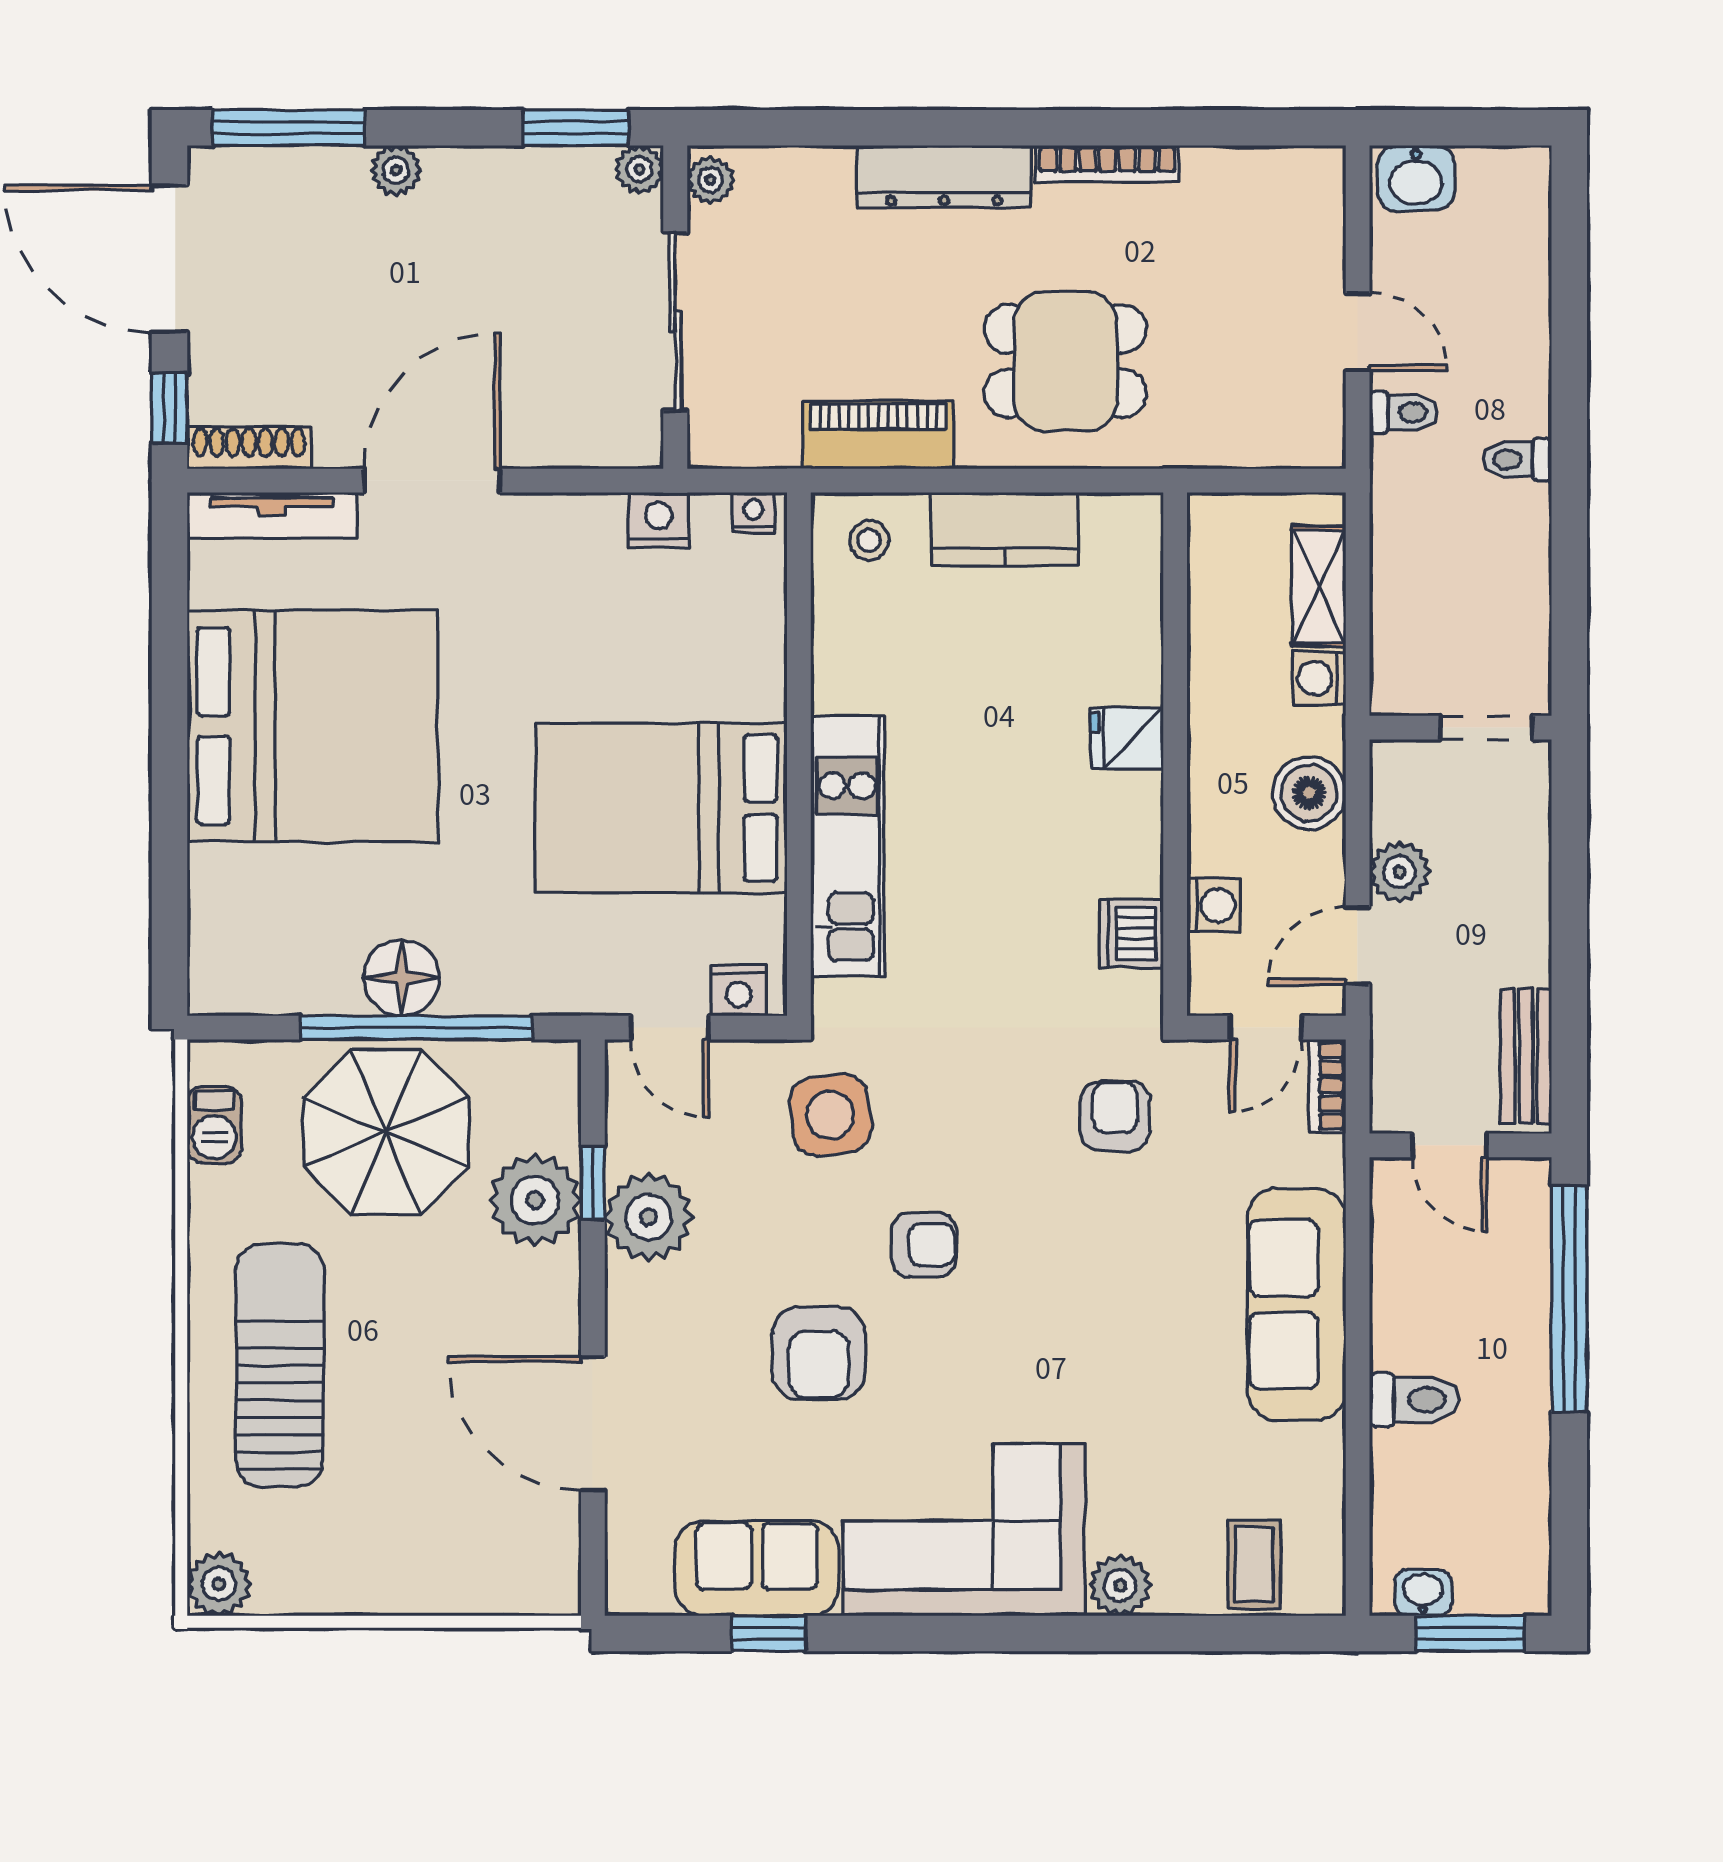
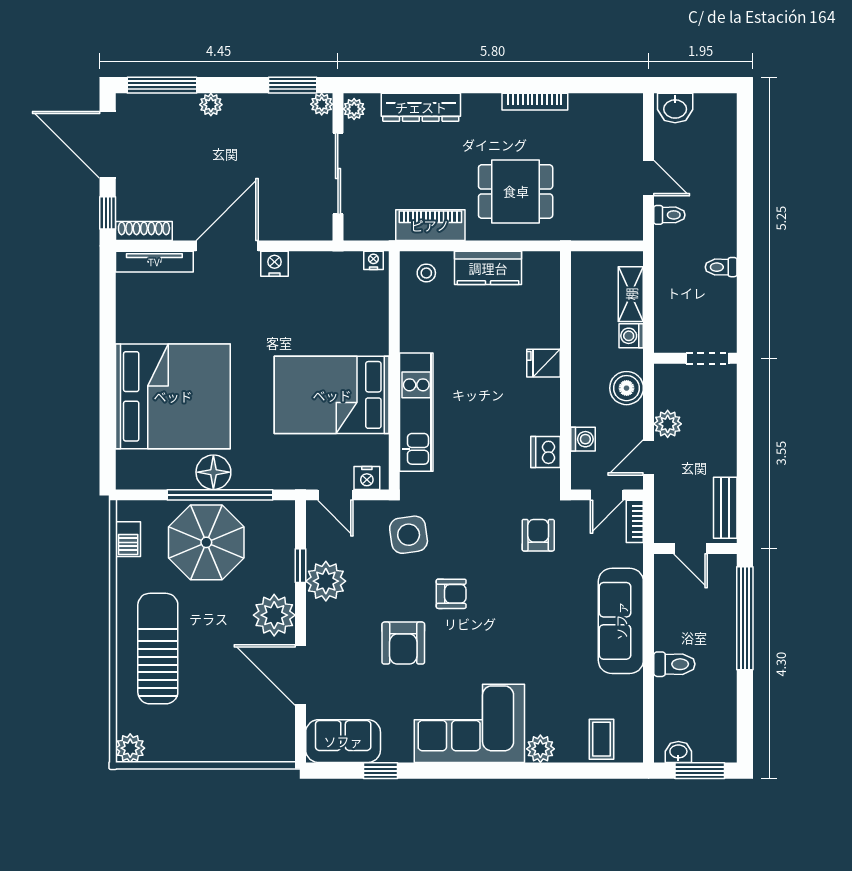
dresser: (944, 176) -> (421, 107), moved
toilet: (1517, 459) -> (721, 267), moved
nightstand: (659, 520) -> (275, 264), moved
bed: (313, 726) -> (173, 396), moved
plant: (535, 1200) -> (274, 615), moved
sofa: (757, 1568) -> (343, 741), moved

